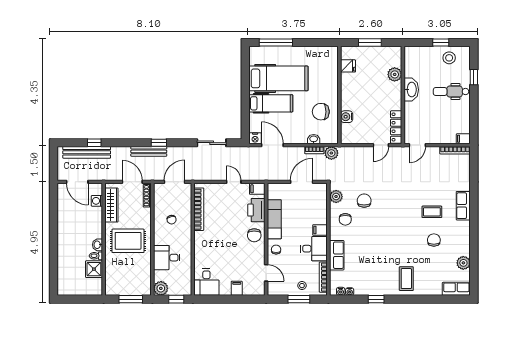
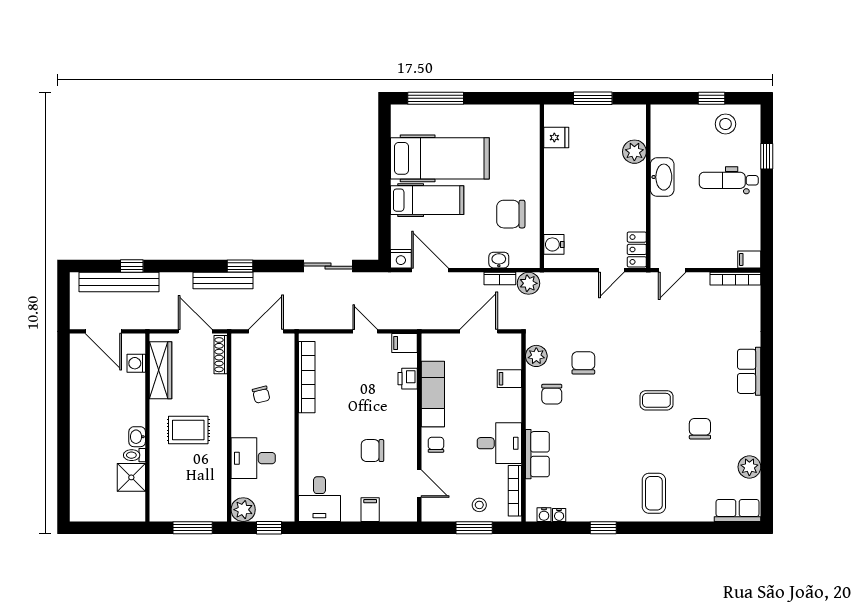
water cooler: (347, 117) -> (554, 244), moved
locker: (396, 127) -> (637, 249), width x0.66
printer: (256, 210) -> (408, 379), width x0.53, depth x0.68
coffee table: (432, 212) -> (656, 400), moved
filing cabinet: (320, 230) -> (509, 379), moved
chair: (254, 235) -> (372, 451), moved, turned 90
rug: (128, 241) -> (188, 430), width x0.73, depth x0.70

